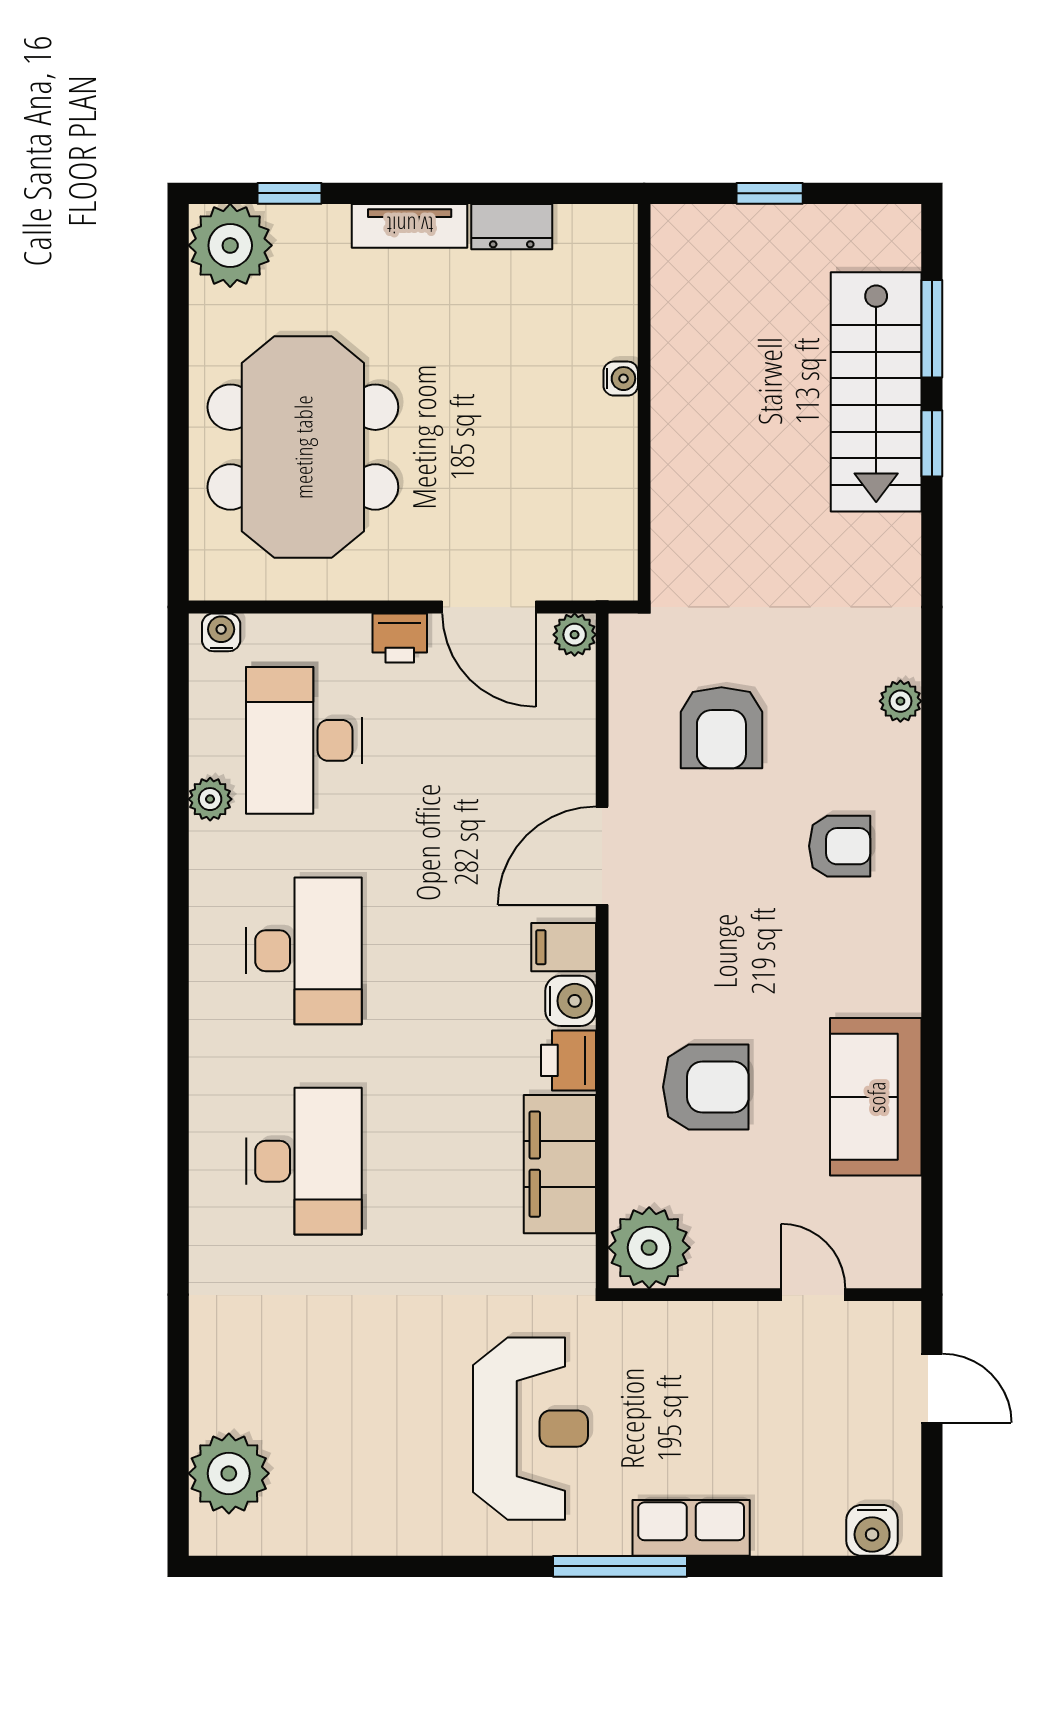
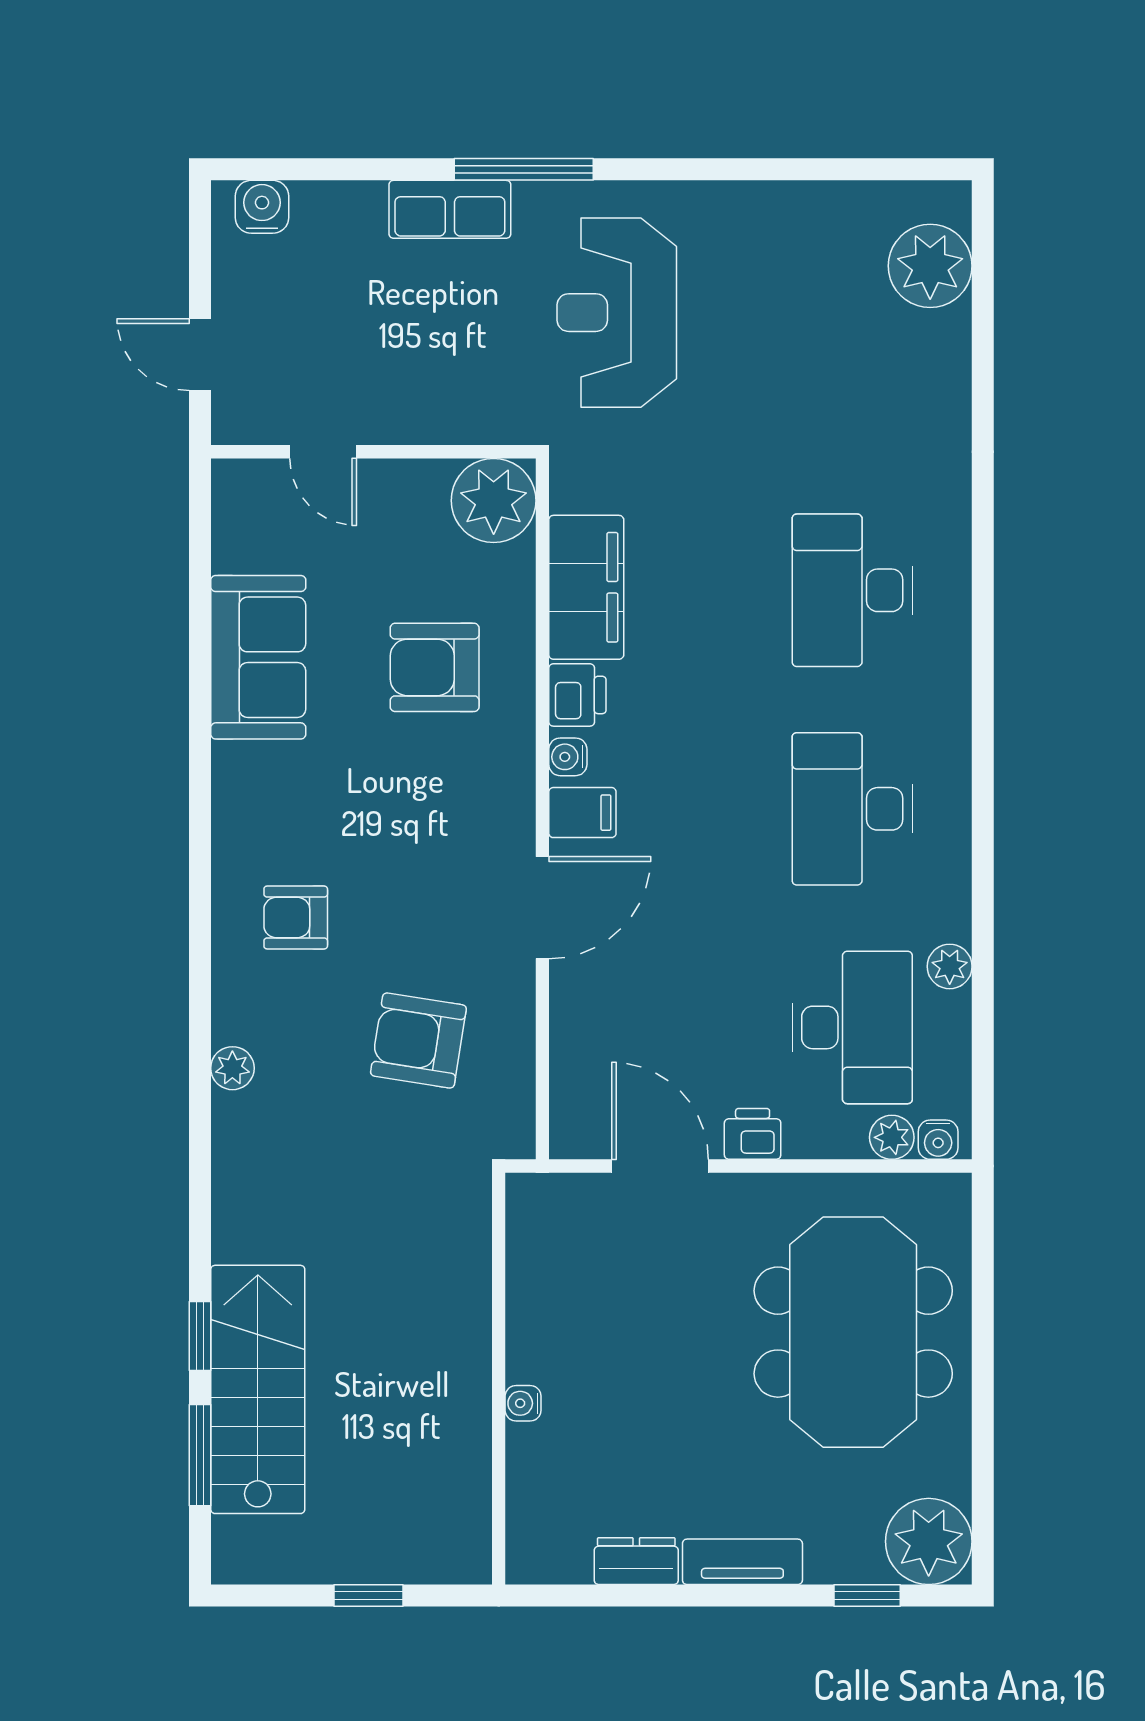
plant: (575, 635) -> (892, 1137), moved
armchair: (721, 728) -> (418, 1040), turned -81
water cooler: (571, 1001) -> (568, 757), width x0.72, depth x0.72

